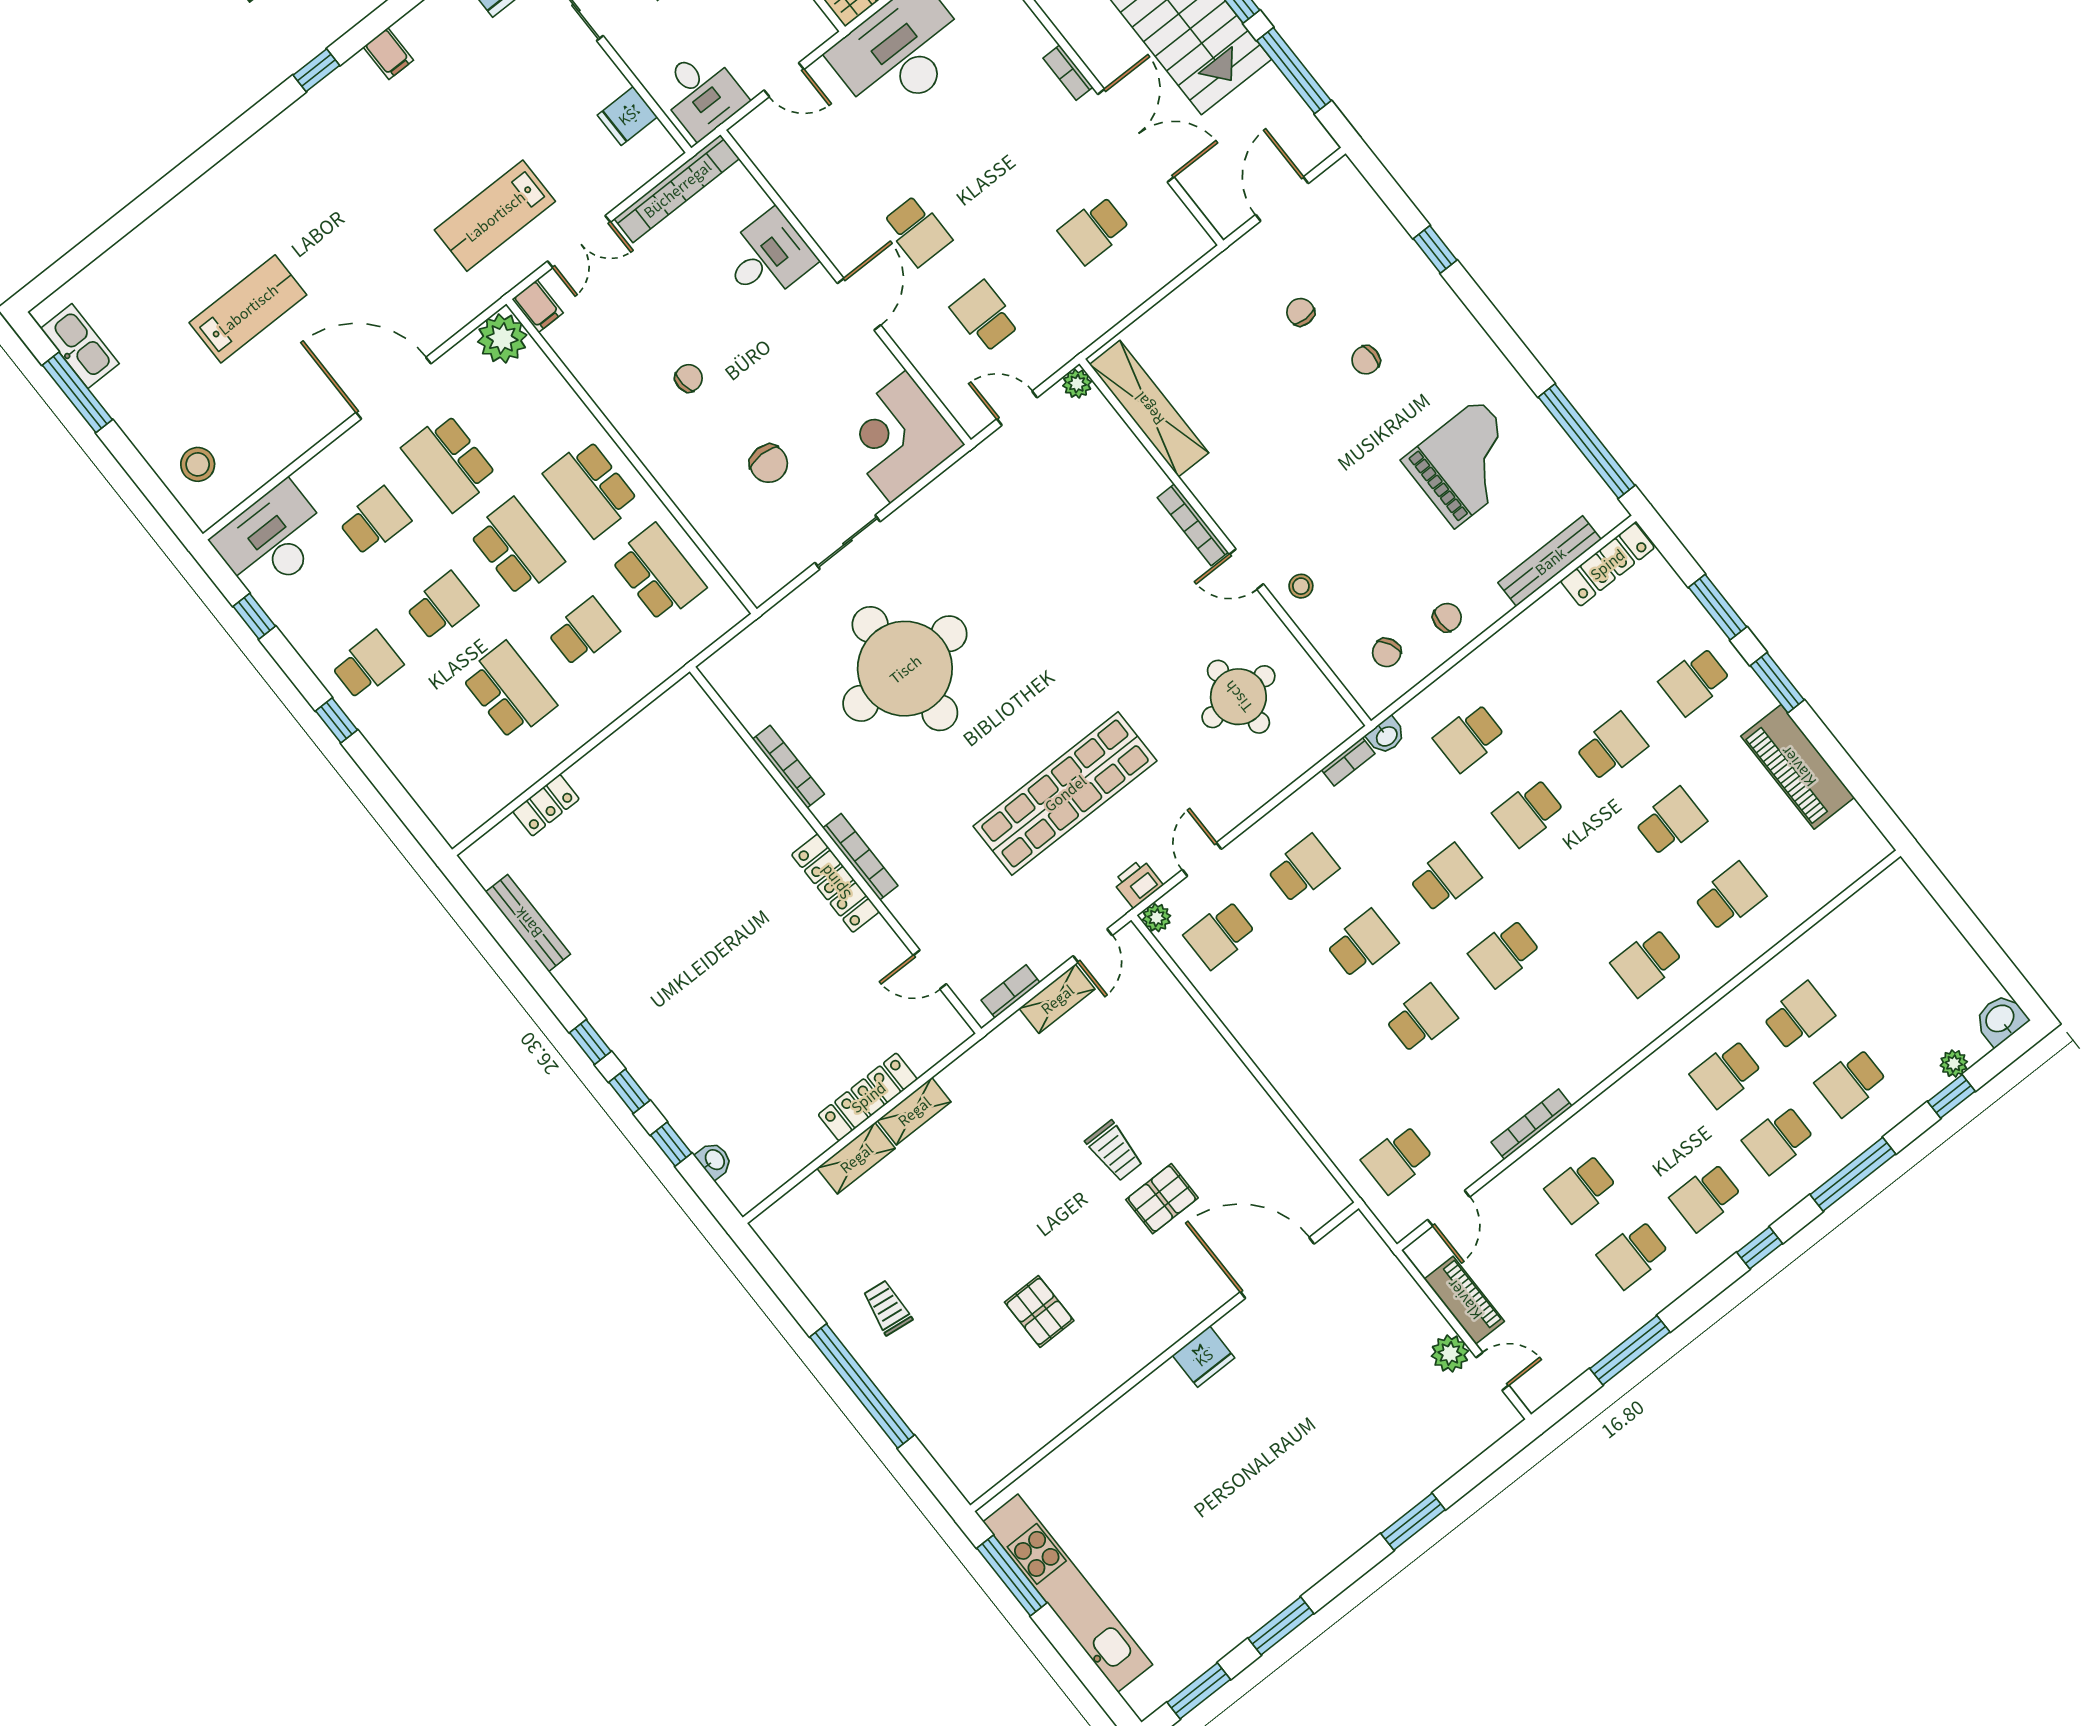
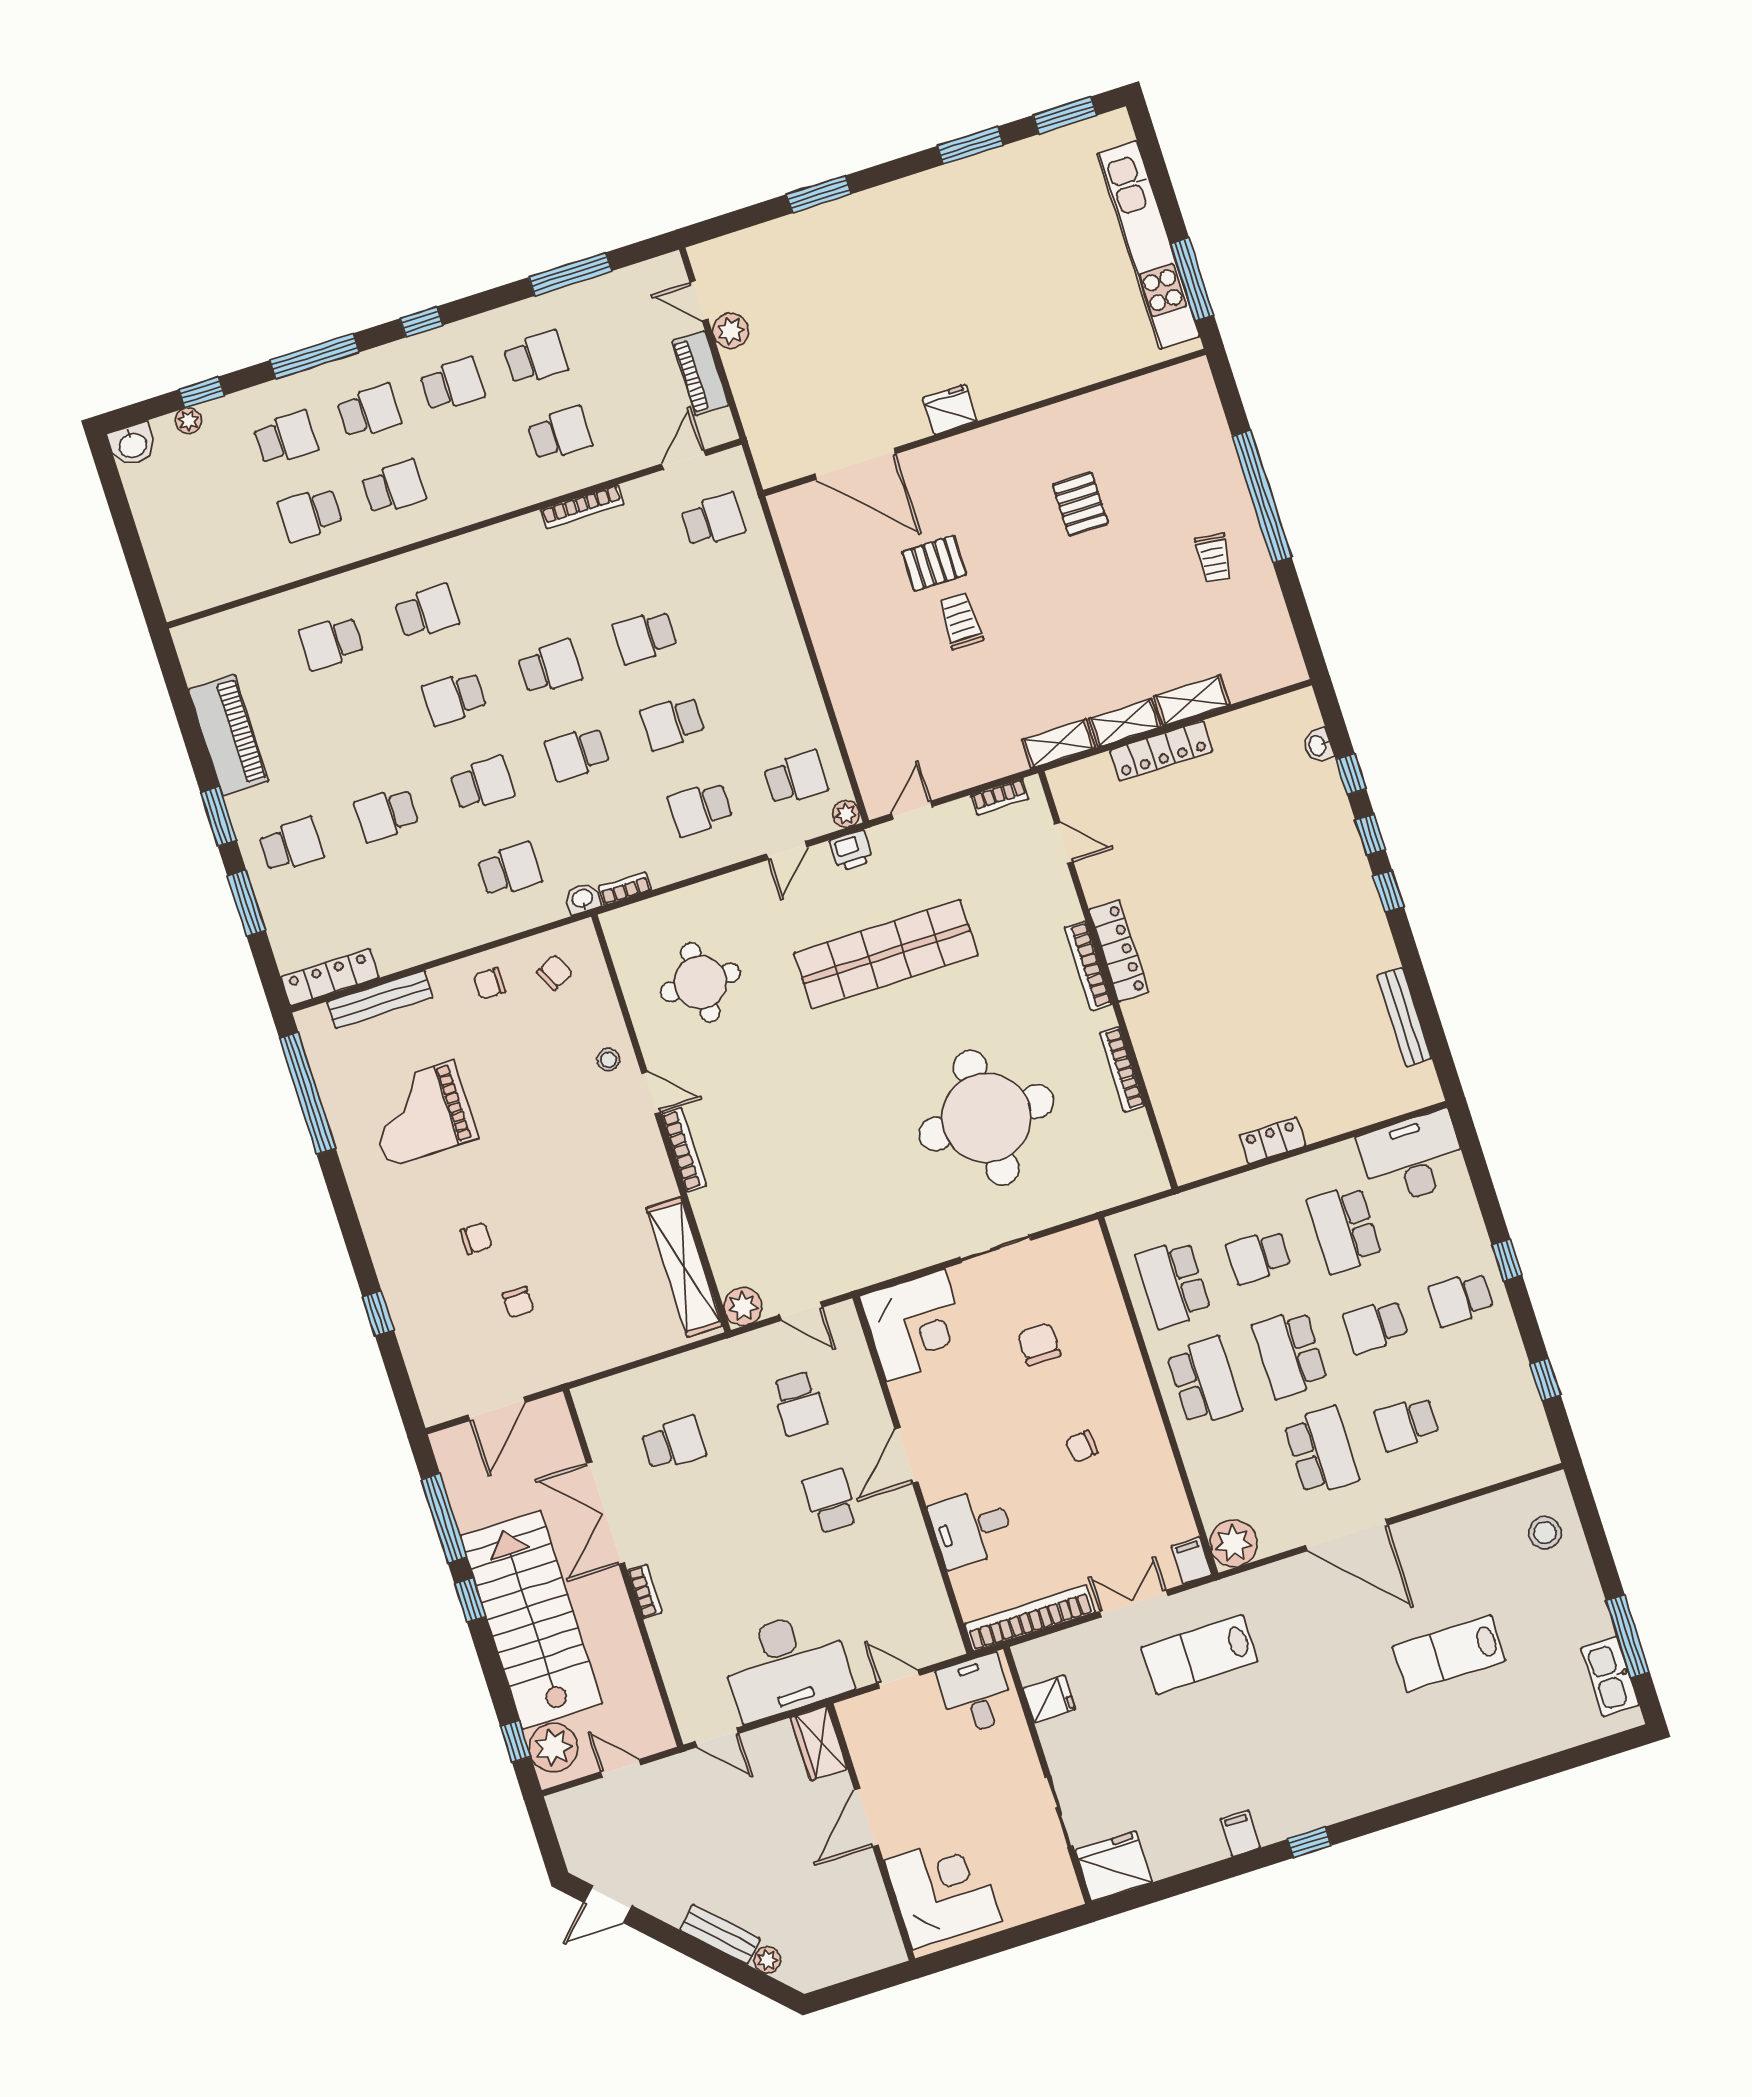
lab bench: (495, 216) -> (1199, 1654), turned 180
plant: (1077, 384) -> (743, 1306), width x1.38, depth x1.38
desk: (272, 540) -> (1413, 1158), moved, turned 180
locker: (546, 805) -> (1272, 1140), moved
school desk: (1671, 822) -> (454, 698), moved
shelving: (1057, 999) -> (1059, 744), moved

